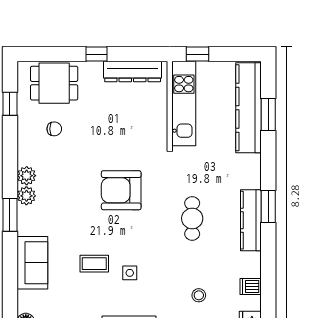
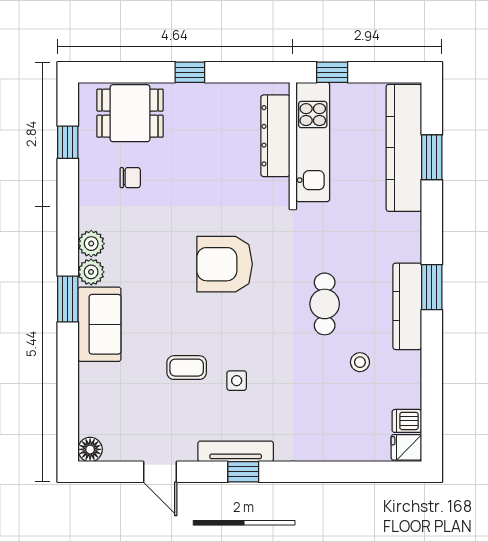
dresser: (133, 72) -> (275, 136), moved, turned 90
sofa: (32, 263) -> (99, 324), moved
dishwasher: (251, 286) -> (407, 421), moved
stool: (199, 295) -> (360, 362), moved

